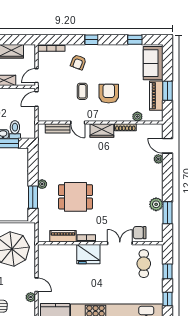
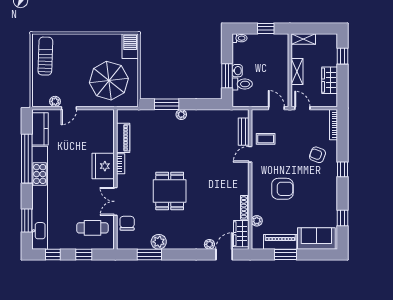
coffee table: (82, 91) -> (266, 139), moved
wardrobe: (102, 131) -> (241, 234), moved
dining table: (75, 197) -> (170, 191), moved
double door: (120, 243) -> (115, 201), swing flipped

